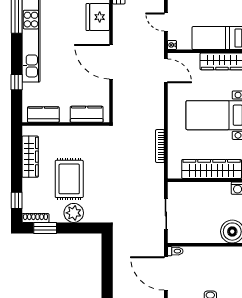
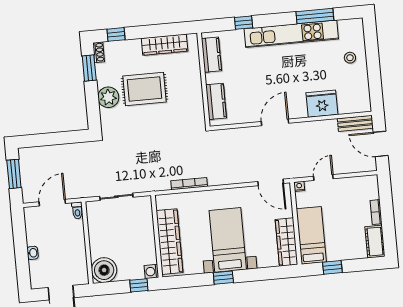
door: (111, 62) -> (275, 122), width x0.73
door: (166, 71) -> (271, 182), hinge flipped
shoe rack: (35, 218) -> (99, 52), width x0.70
door: (166, 273) -> (52, 203), width x0.73

